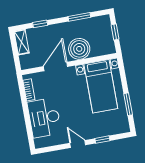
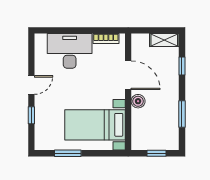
boiler: (79, 49) -> (138, 101), width x0.54, depth x0.54

